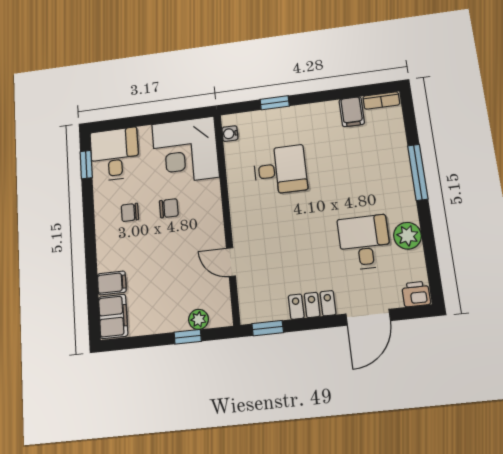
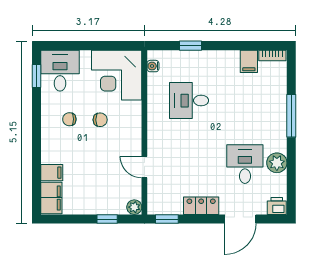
desk: (280, 170) -> (189, 101), turned 180
plant: (198, 319) -> (134, 207), moved

